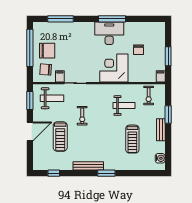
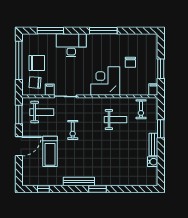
desk: (109, 33) -> (71, 45), moved
treadmill: (132, 139) -> (124, 154), removed
water cooler: (160, 158) -> (153, 162), moved

